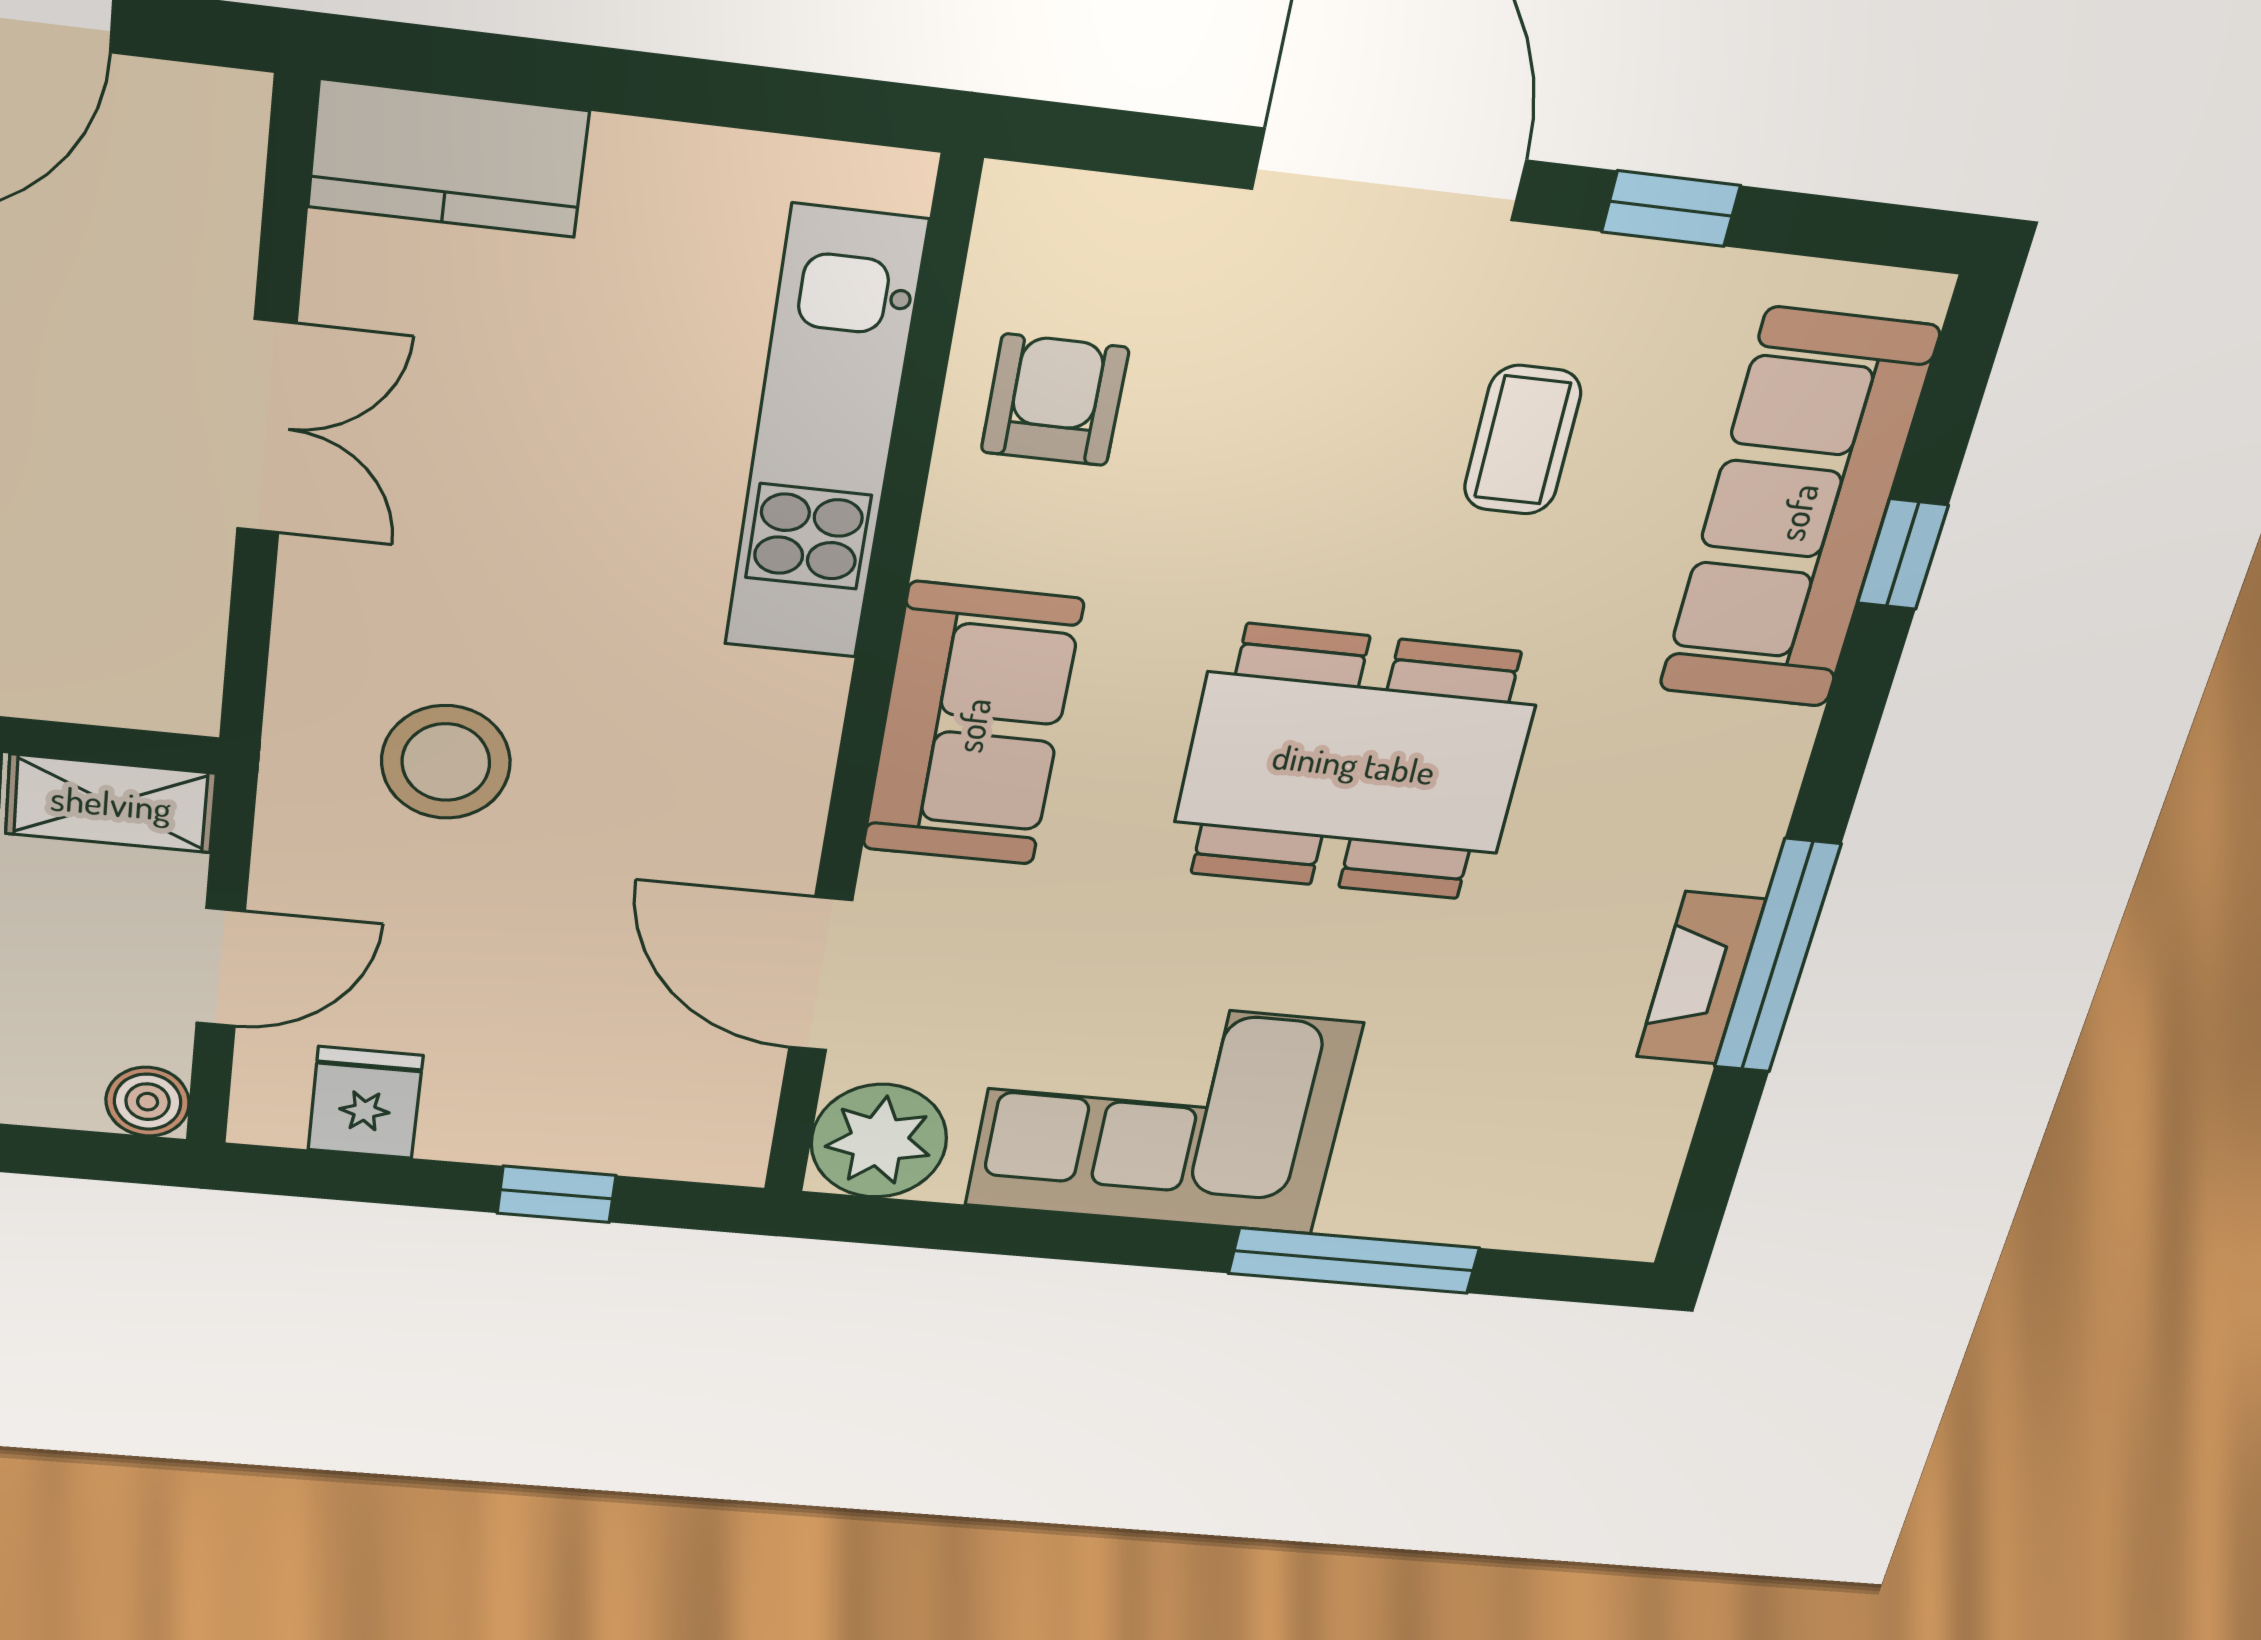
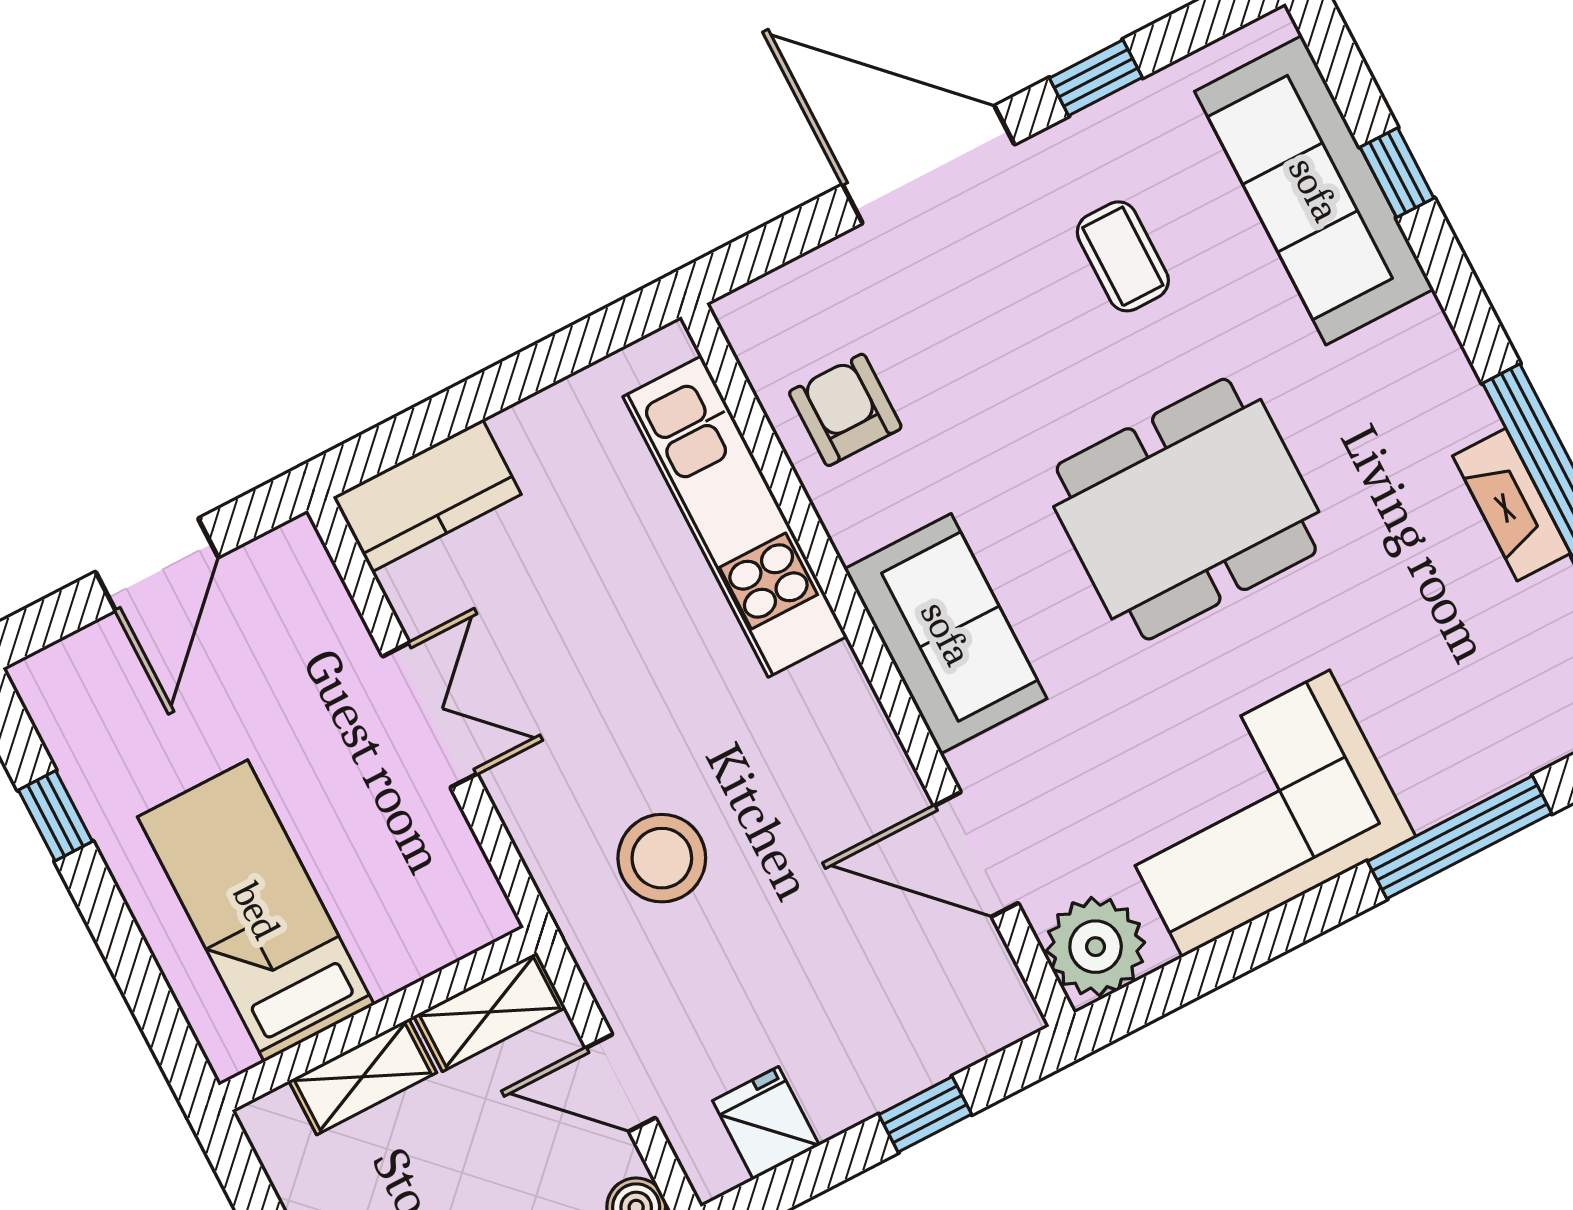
door: (221, 967) -> (621, 1083), swing flipped

